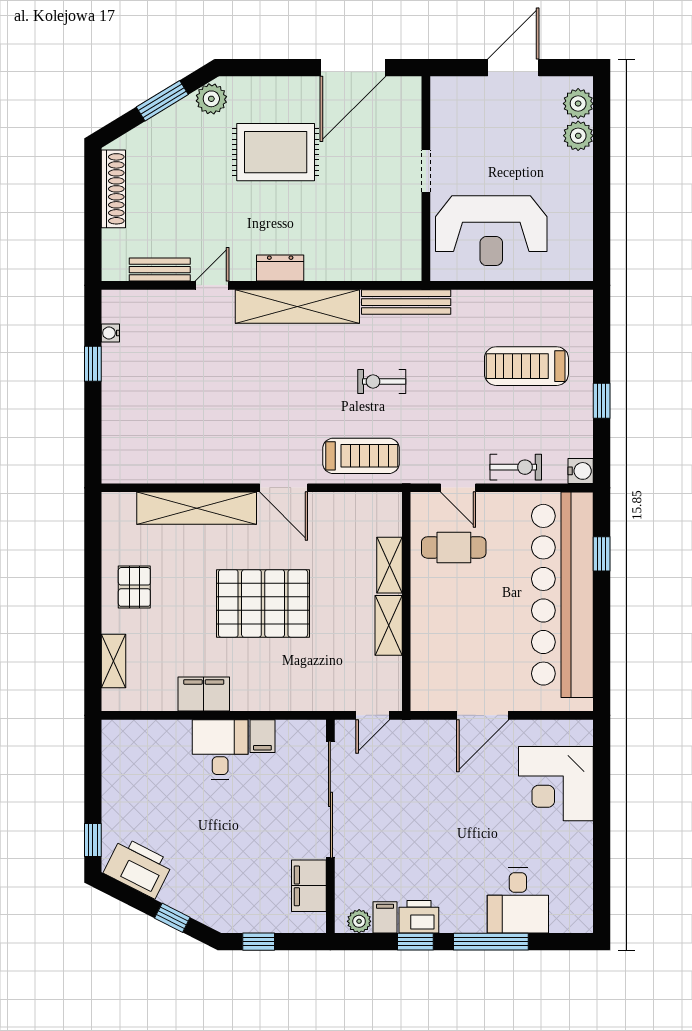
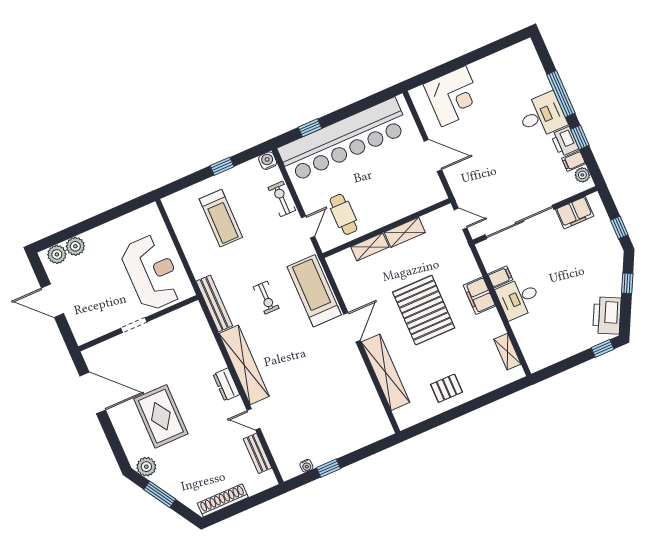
treadmill: (361, 456) -> (314, 291), width x1.37, depth x1.38
shelving: (113, 661) -> (507, 352), moved, turned 90
filing cabinet: (204, 694) -> (479, 296), moved
desk: (518, 900) -> (542, 116), moved

